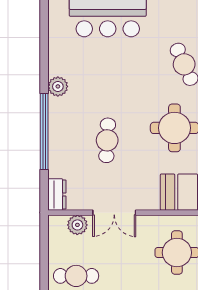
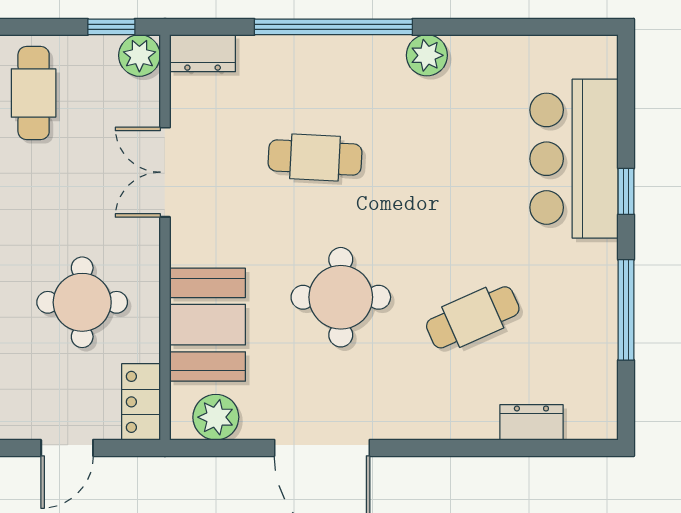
plant: (77, 225) -> (139, 55), moved
window: (44, 238) -> (111, 27), added

